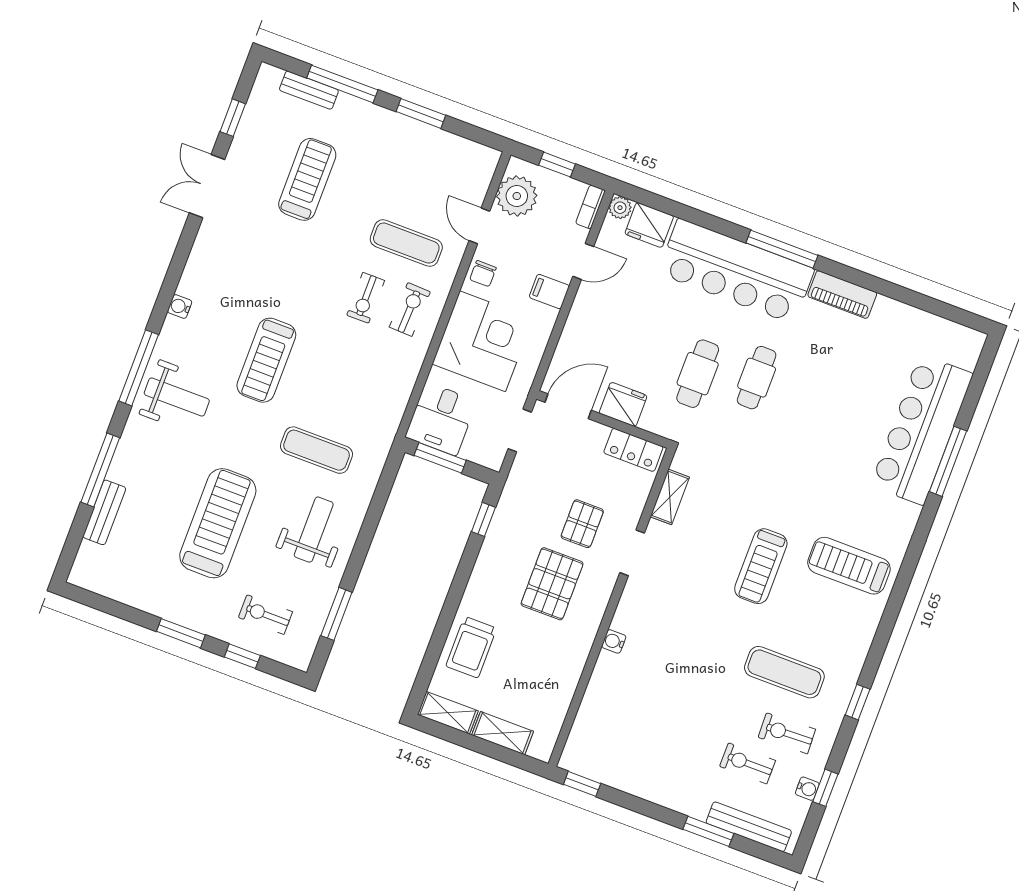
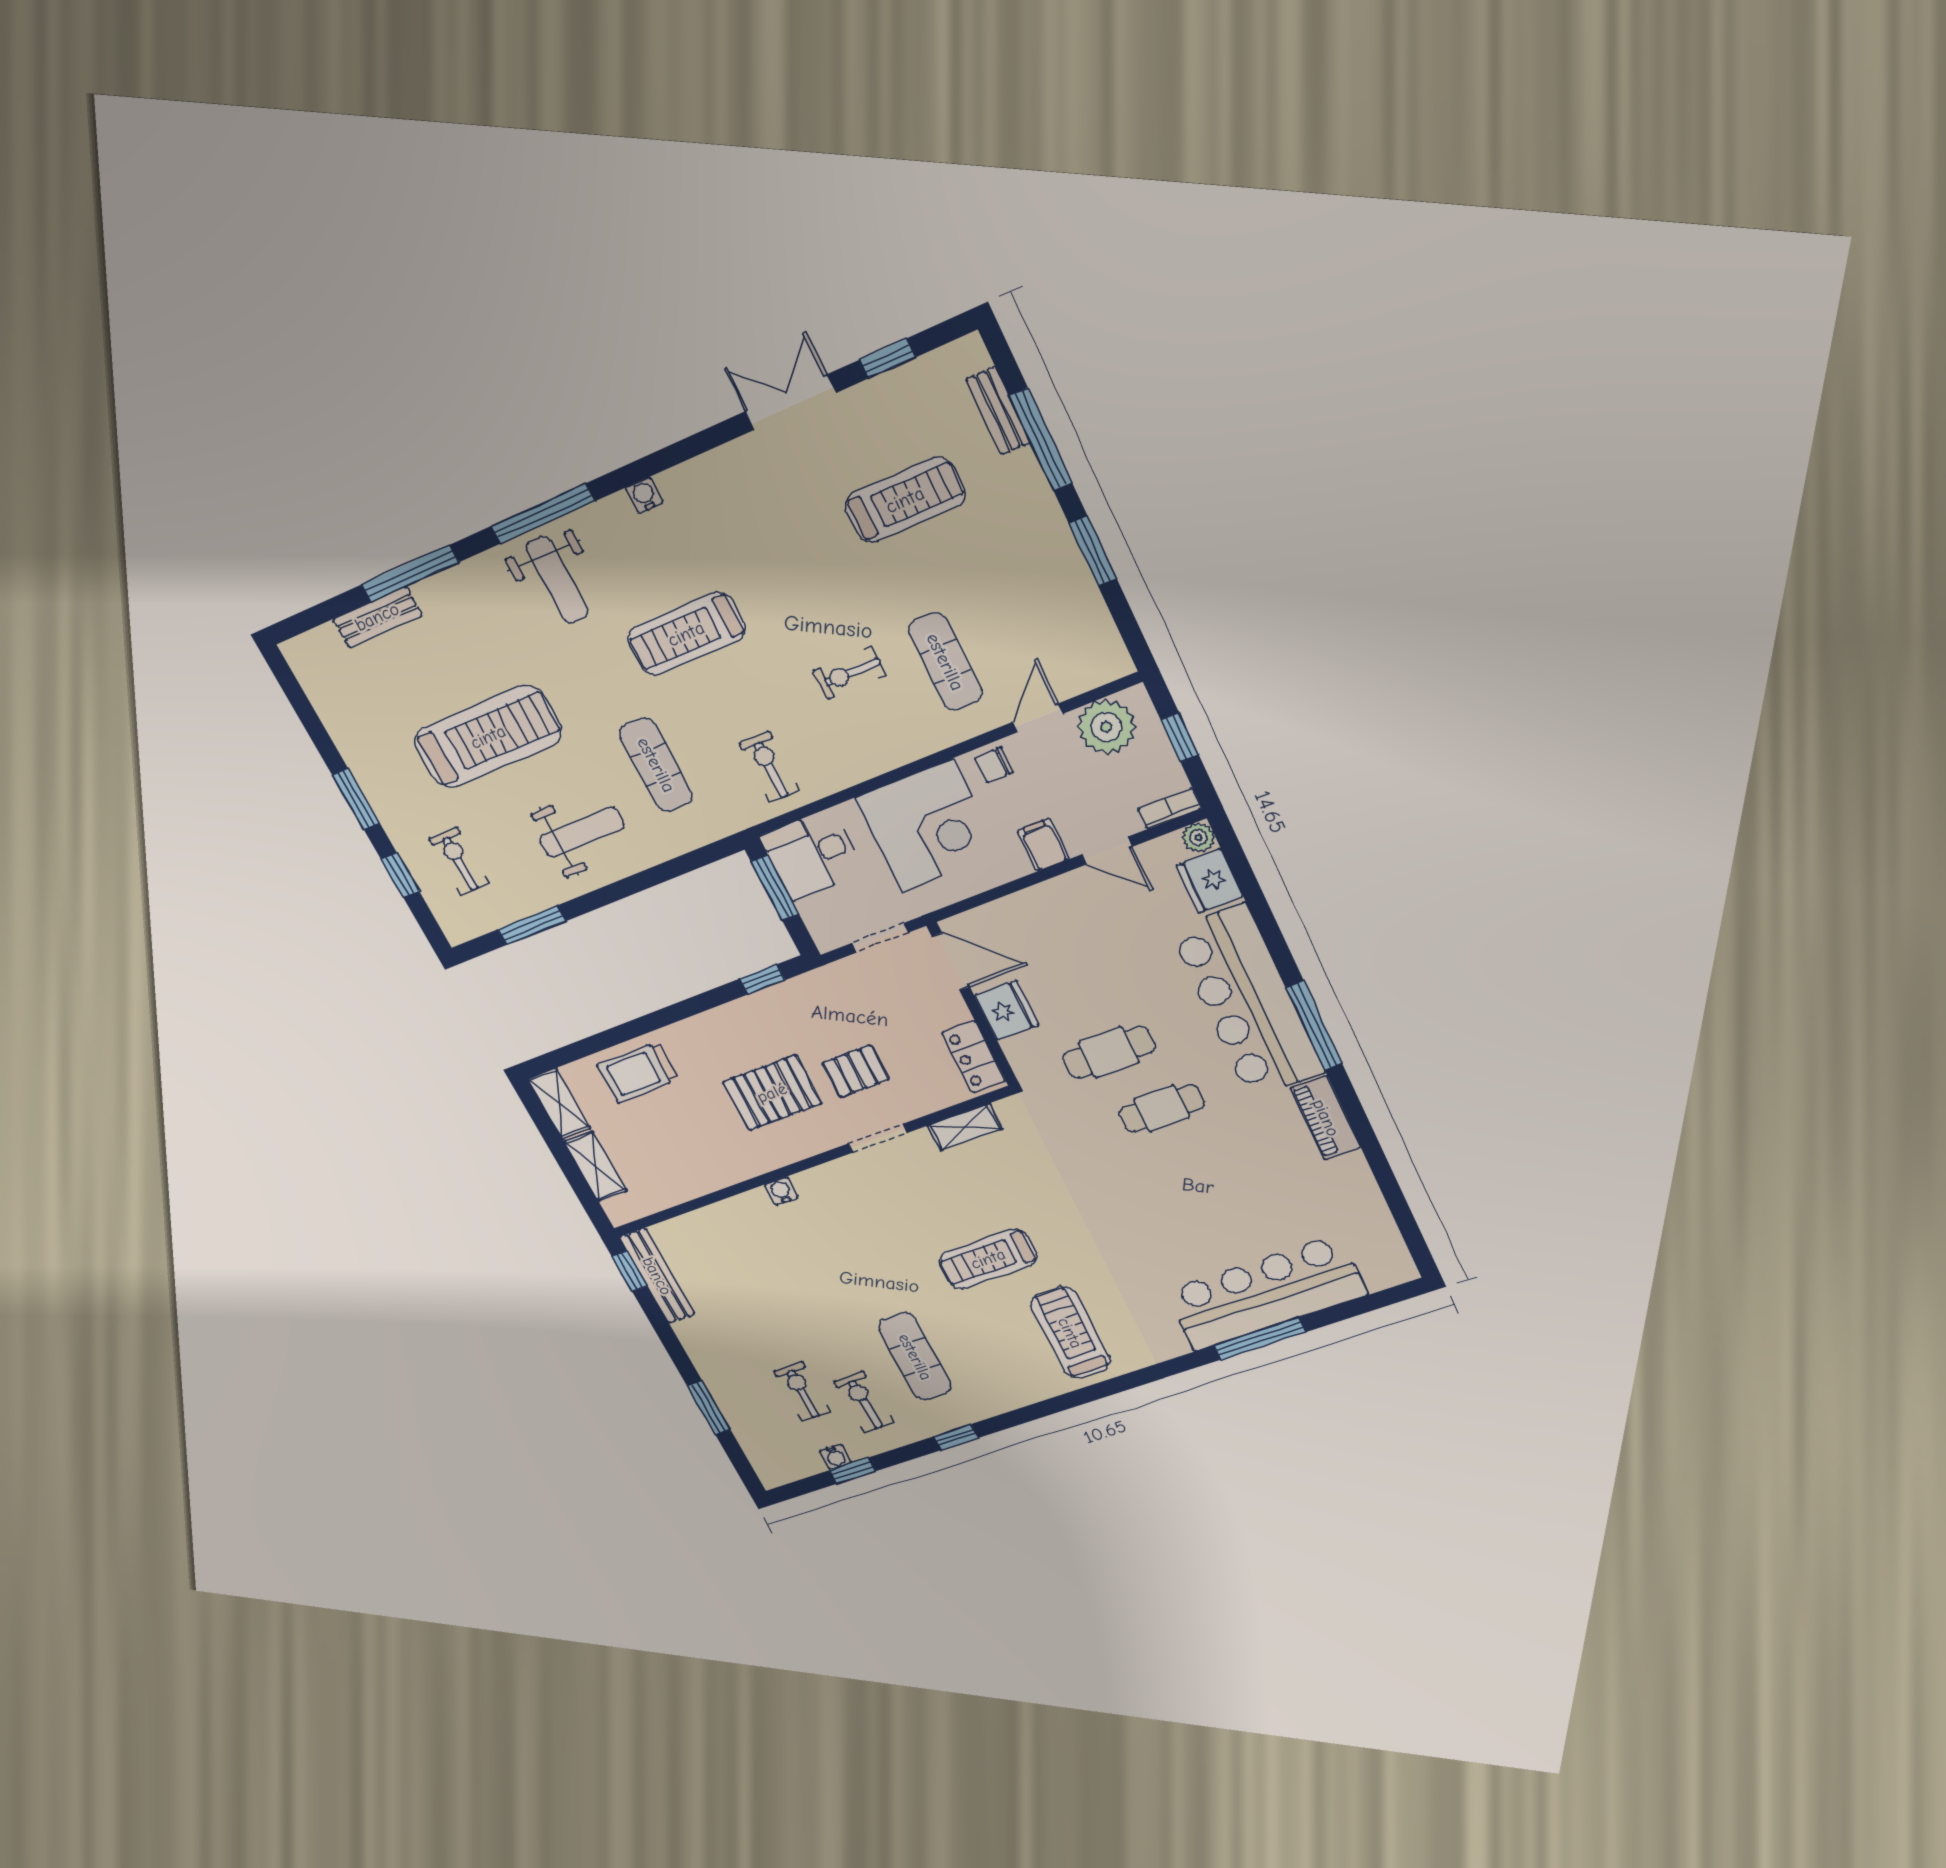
exercise bike: (410, 309) -> (770, 767), moved, turned -92
bench: (749, 827) -> (657, 1276), moved

